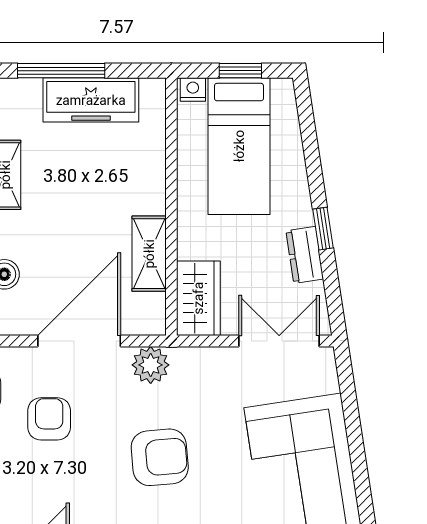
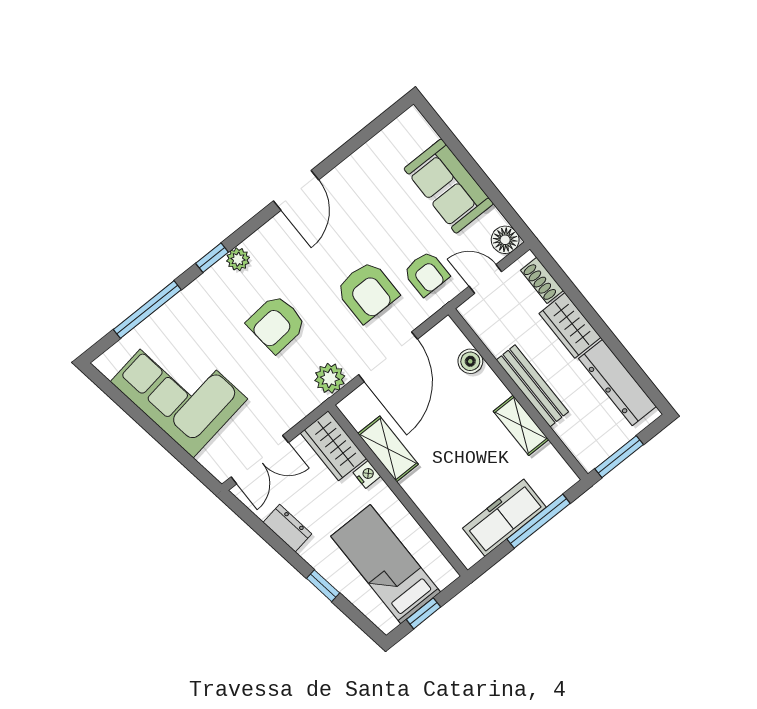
nightstand: (193, 89) -> (367, 474), moved, turned -90
window: (323, 229) -> (323, 586), moved
armchair: (49, 419) -> (367, 292), width x1.38, depth x1.38

